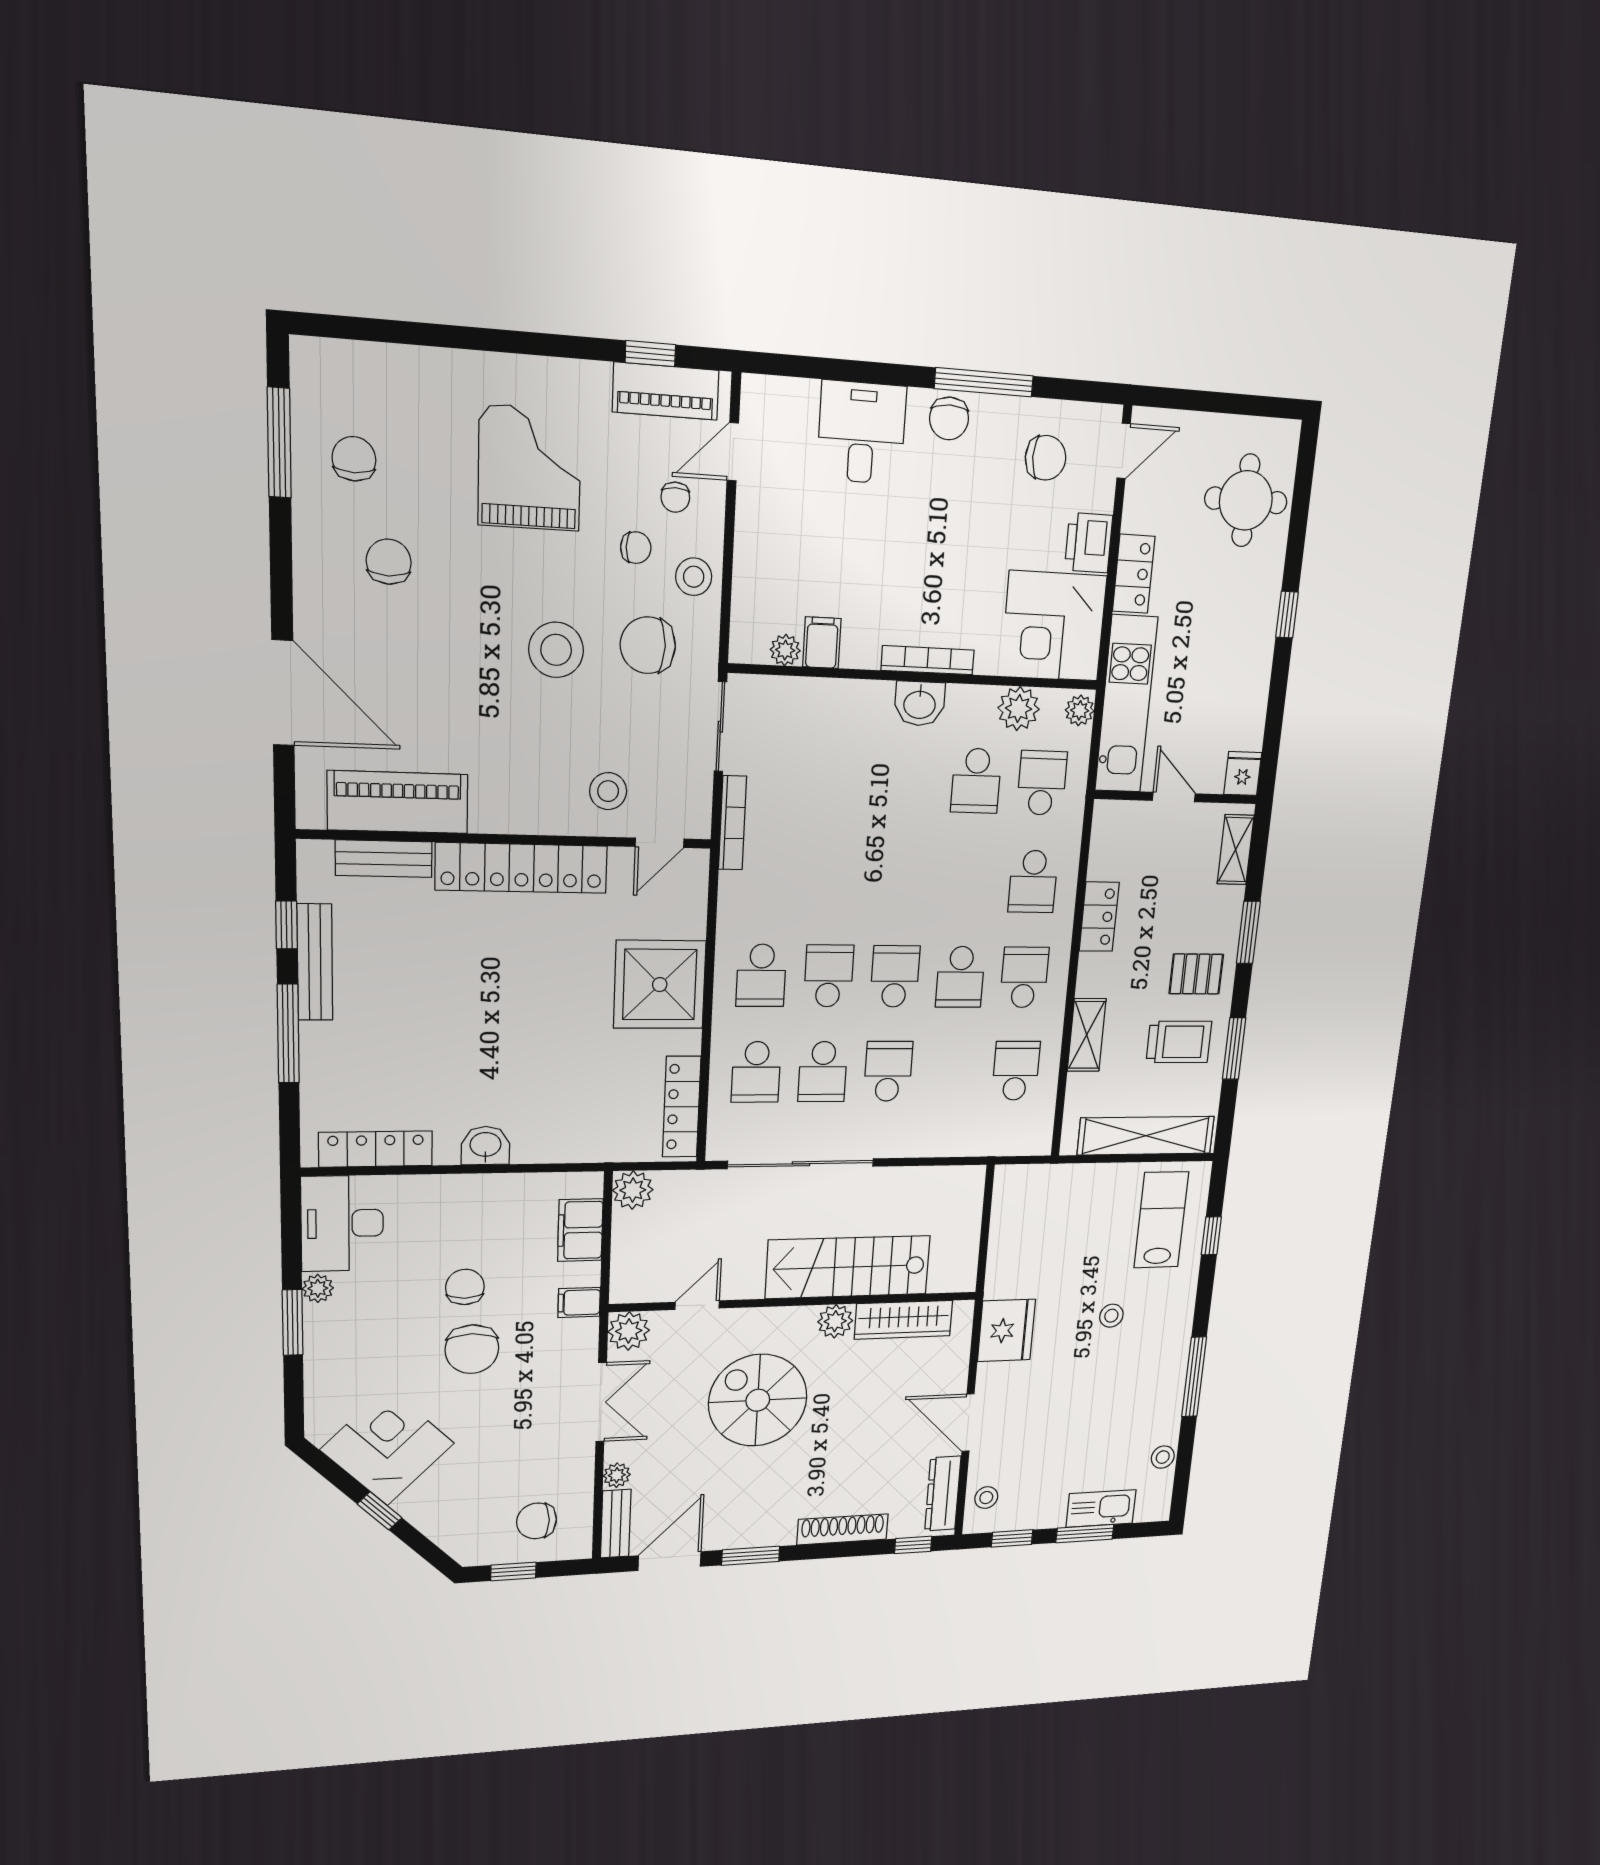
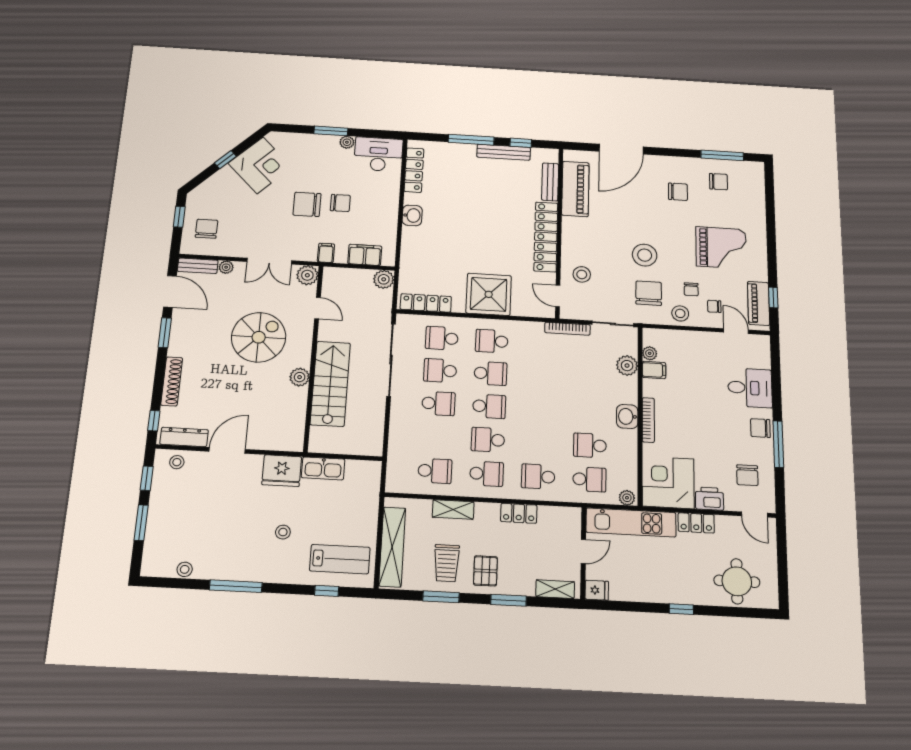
plant: (1019, 709) -> (627, 366), moved
wardrobe: (904, 1320) -> (296, 413), removed
kitchen sink: (1101, 1509) -> (323, 468), moved, turned 90

